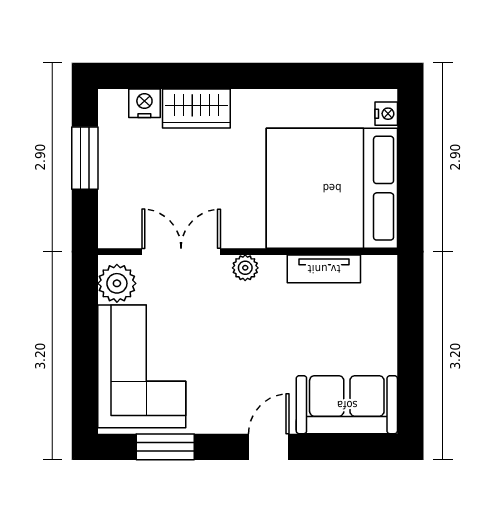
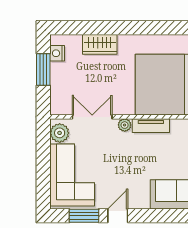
nightstand: (144, 103) -> (57, 53), moved, turned -90
tv unit: (324, 269) -> (151, 126), moved
door: (269, 447) -> (118, 216), moved

